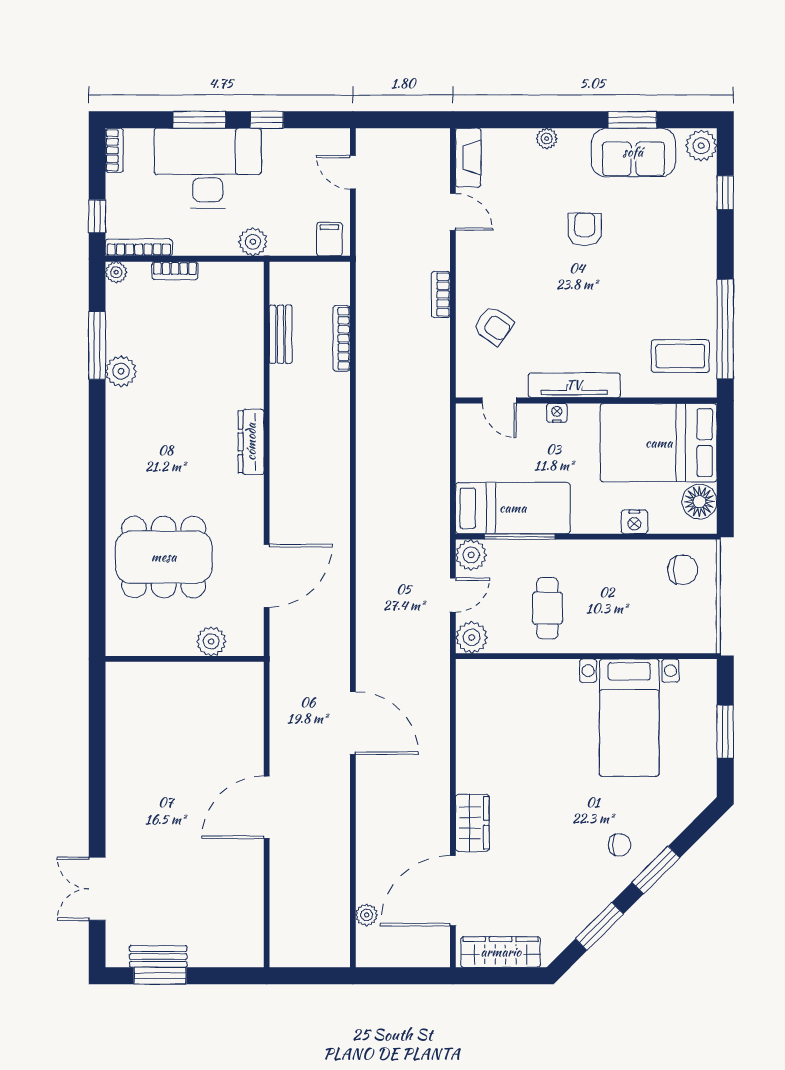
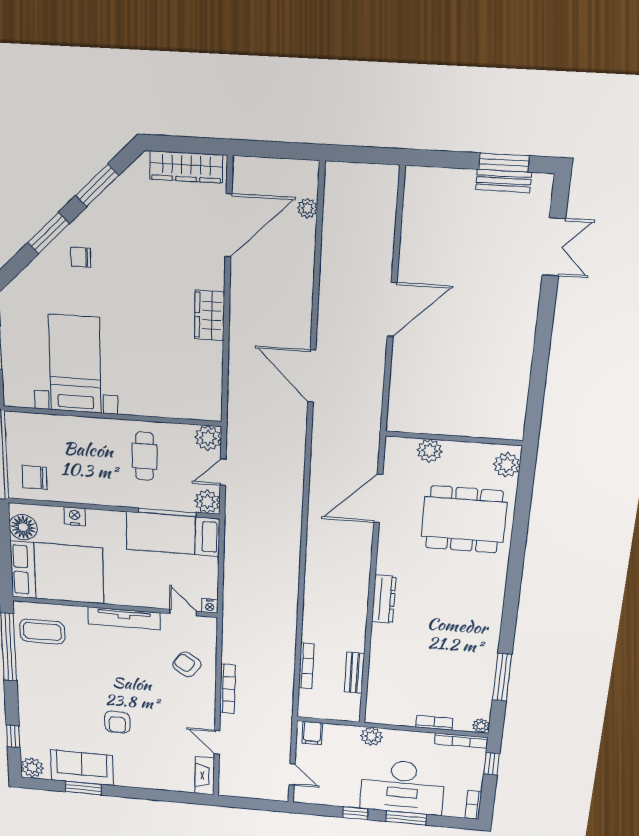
plant: (547, 139) -> (146, 782), removed
bookcase: (441, 294) -> (228, 689), width x1.56
plant: (121, 371) -> (507, 465), moved
nightstand: (557, 413) -> (210, 606), moved
wardrobe: (472, 823) -> (209, 315), moved

